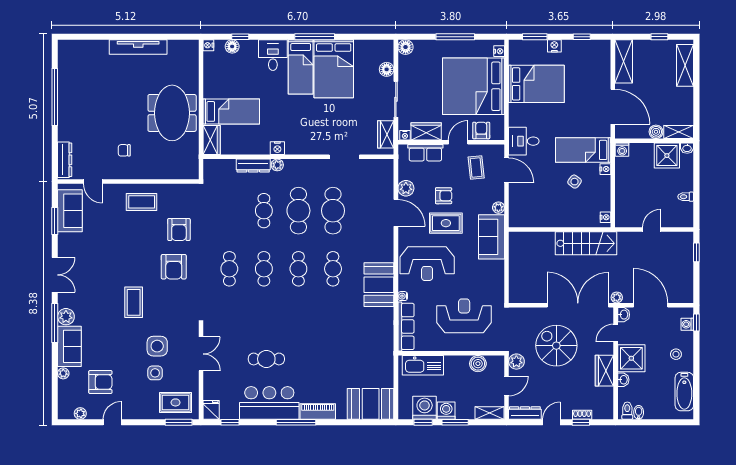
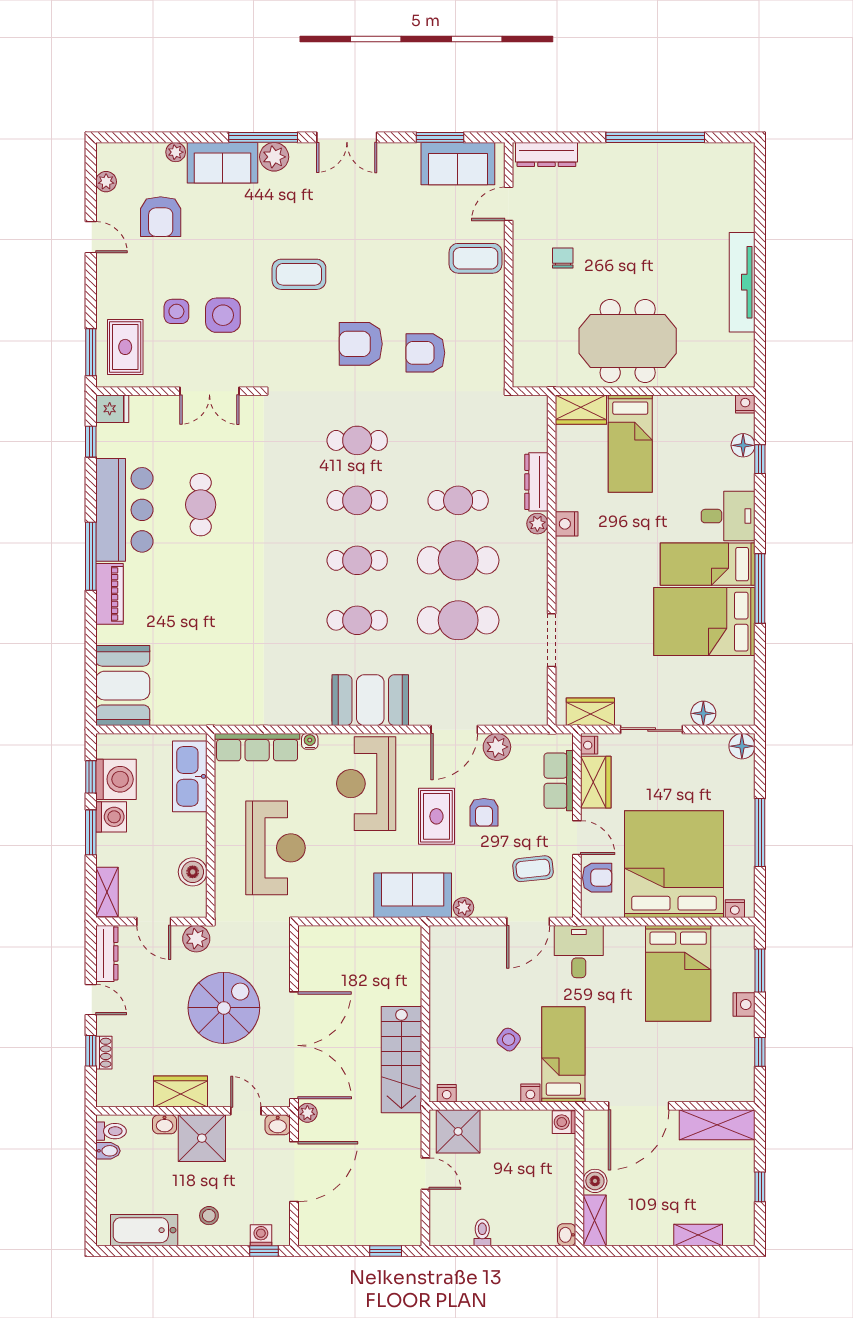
shelving: (685, 65) -> (698, 1235), width x0.67, depth x0.75
shower: (667, 156) -> (458, 1131), moved
coffee table: (142, 202) -> (475, 258), moved, turned 90
booth: (379, 285) -> (370, 700), moved

